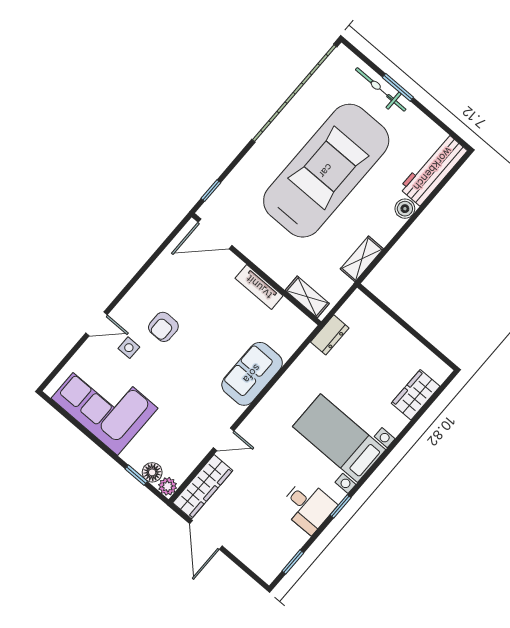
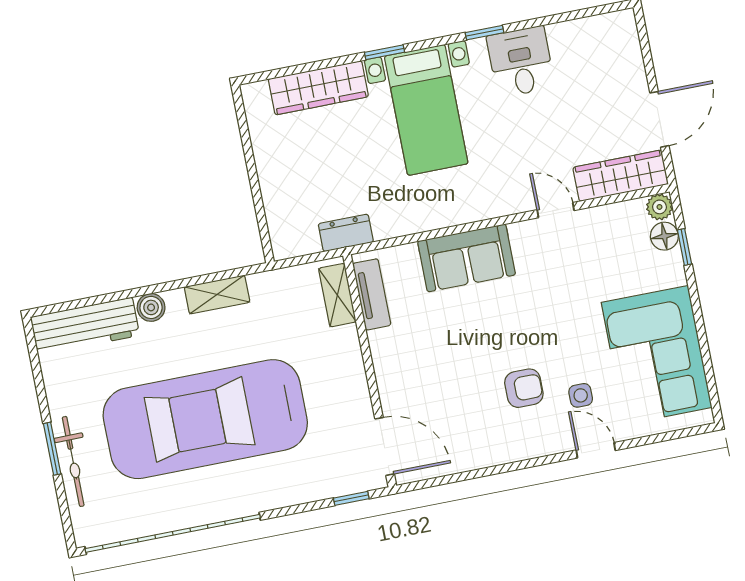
shelving: (362, 259) -> (217, 295), moved
tv unit: (259, 287) -> (372, 294), moved
wardrobe: (416, 395) -> (318, 88), width x1.50
window: (293, 562) -> (384, 52), moved

